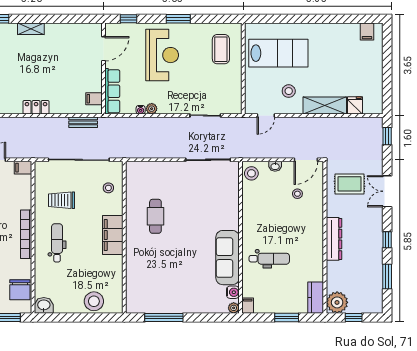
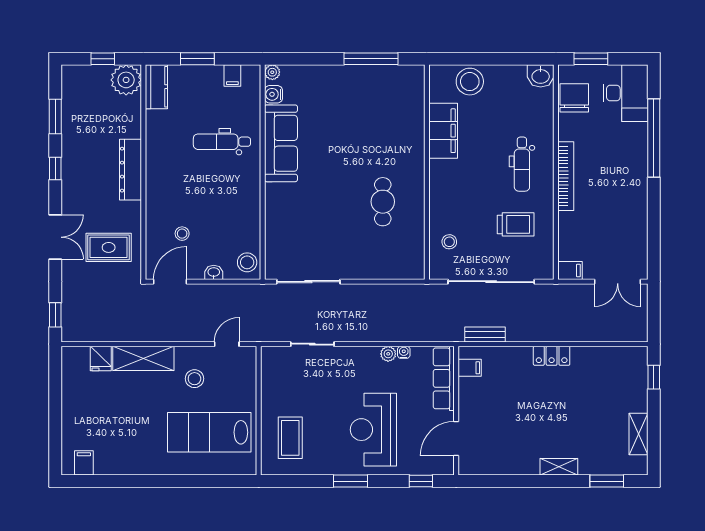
filing cabinet: (113, 235) -> (443, 131), moved
filing cabinet: (248, 306) -> (232, 75), moved

